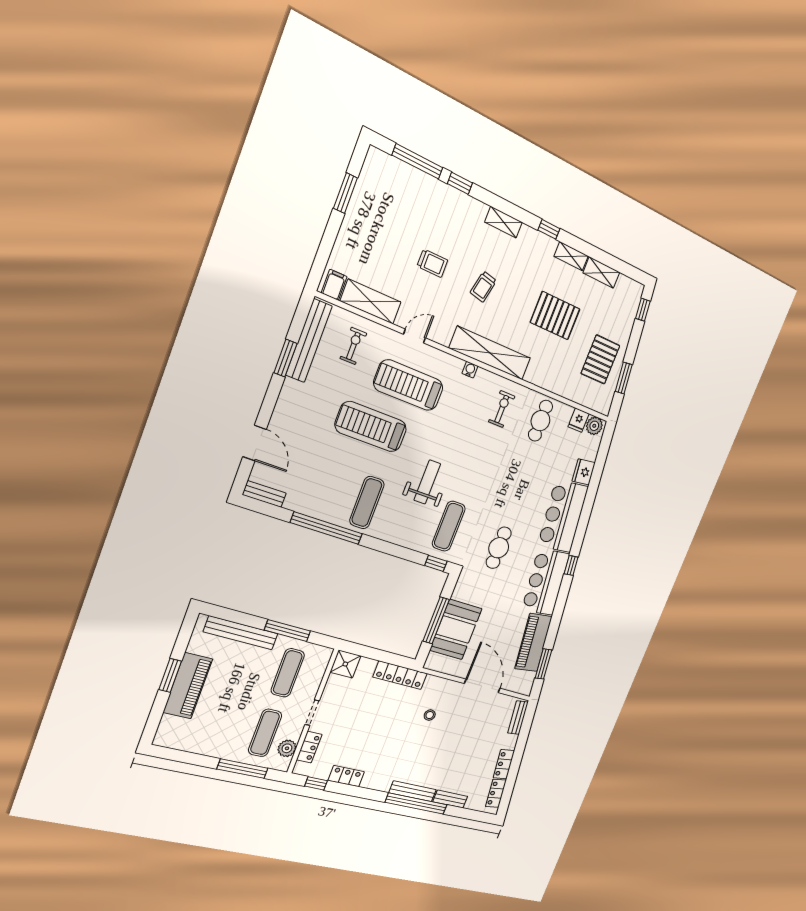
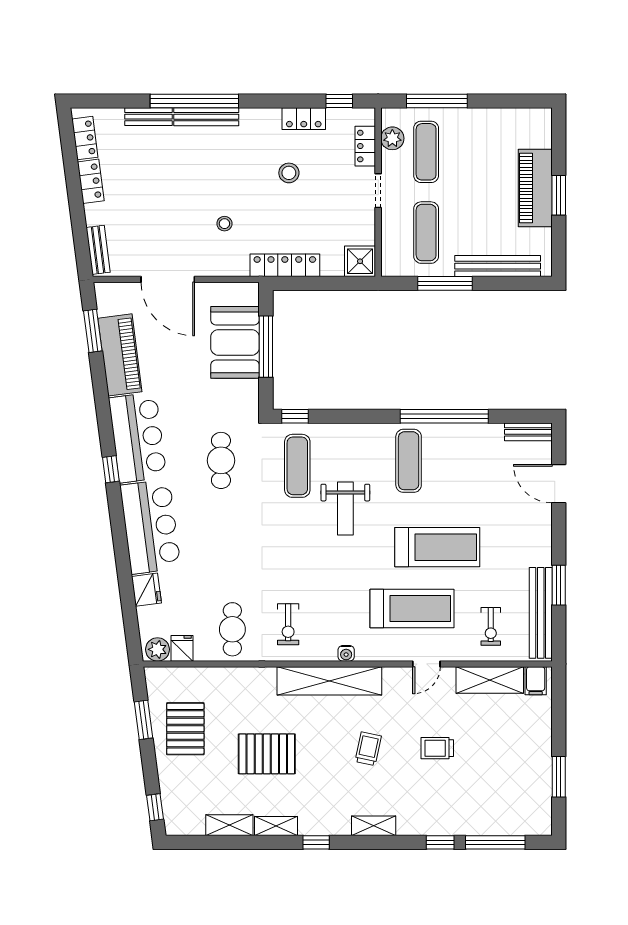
stool: (372, 740) -> (289, 173), added

